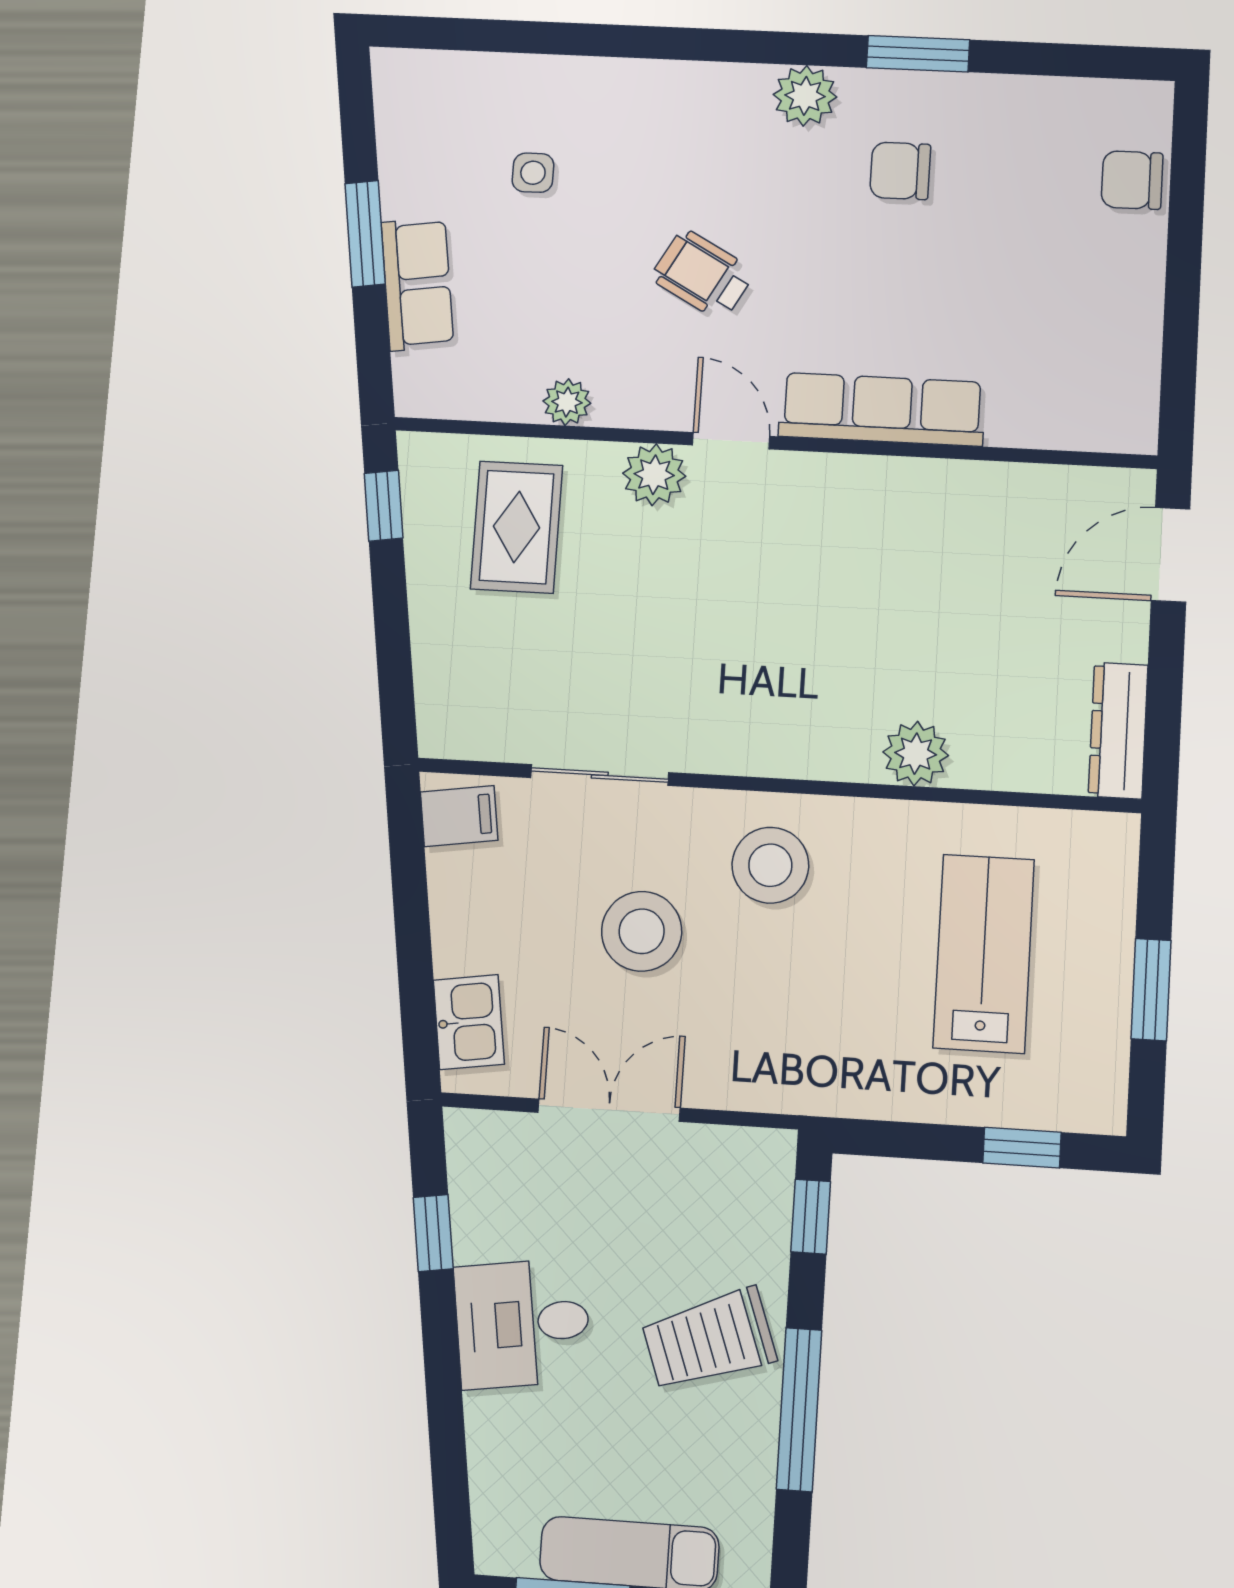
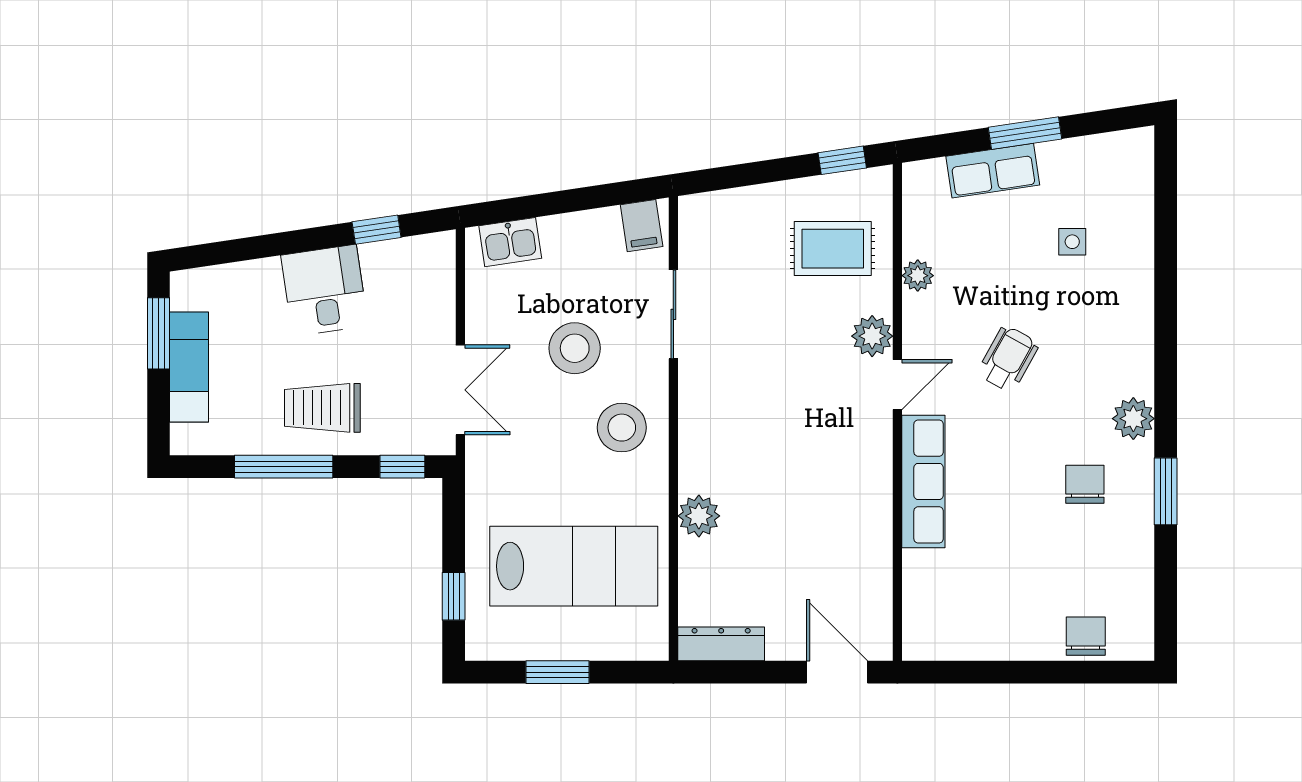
lab bench: (984, 954) -> (574, 566), width x1.36, depth x1.39
double door: (609, 1110) -> (460, 390), moved
trolley: (709, 1340) -> (322, 408), turned -70

